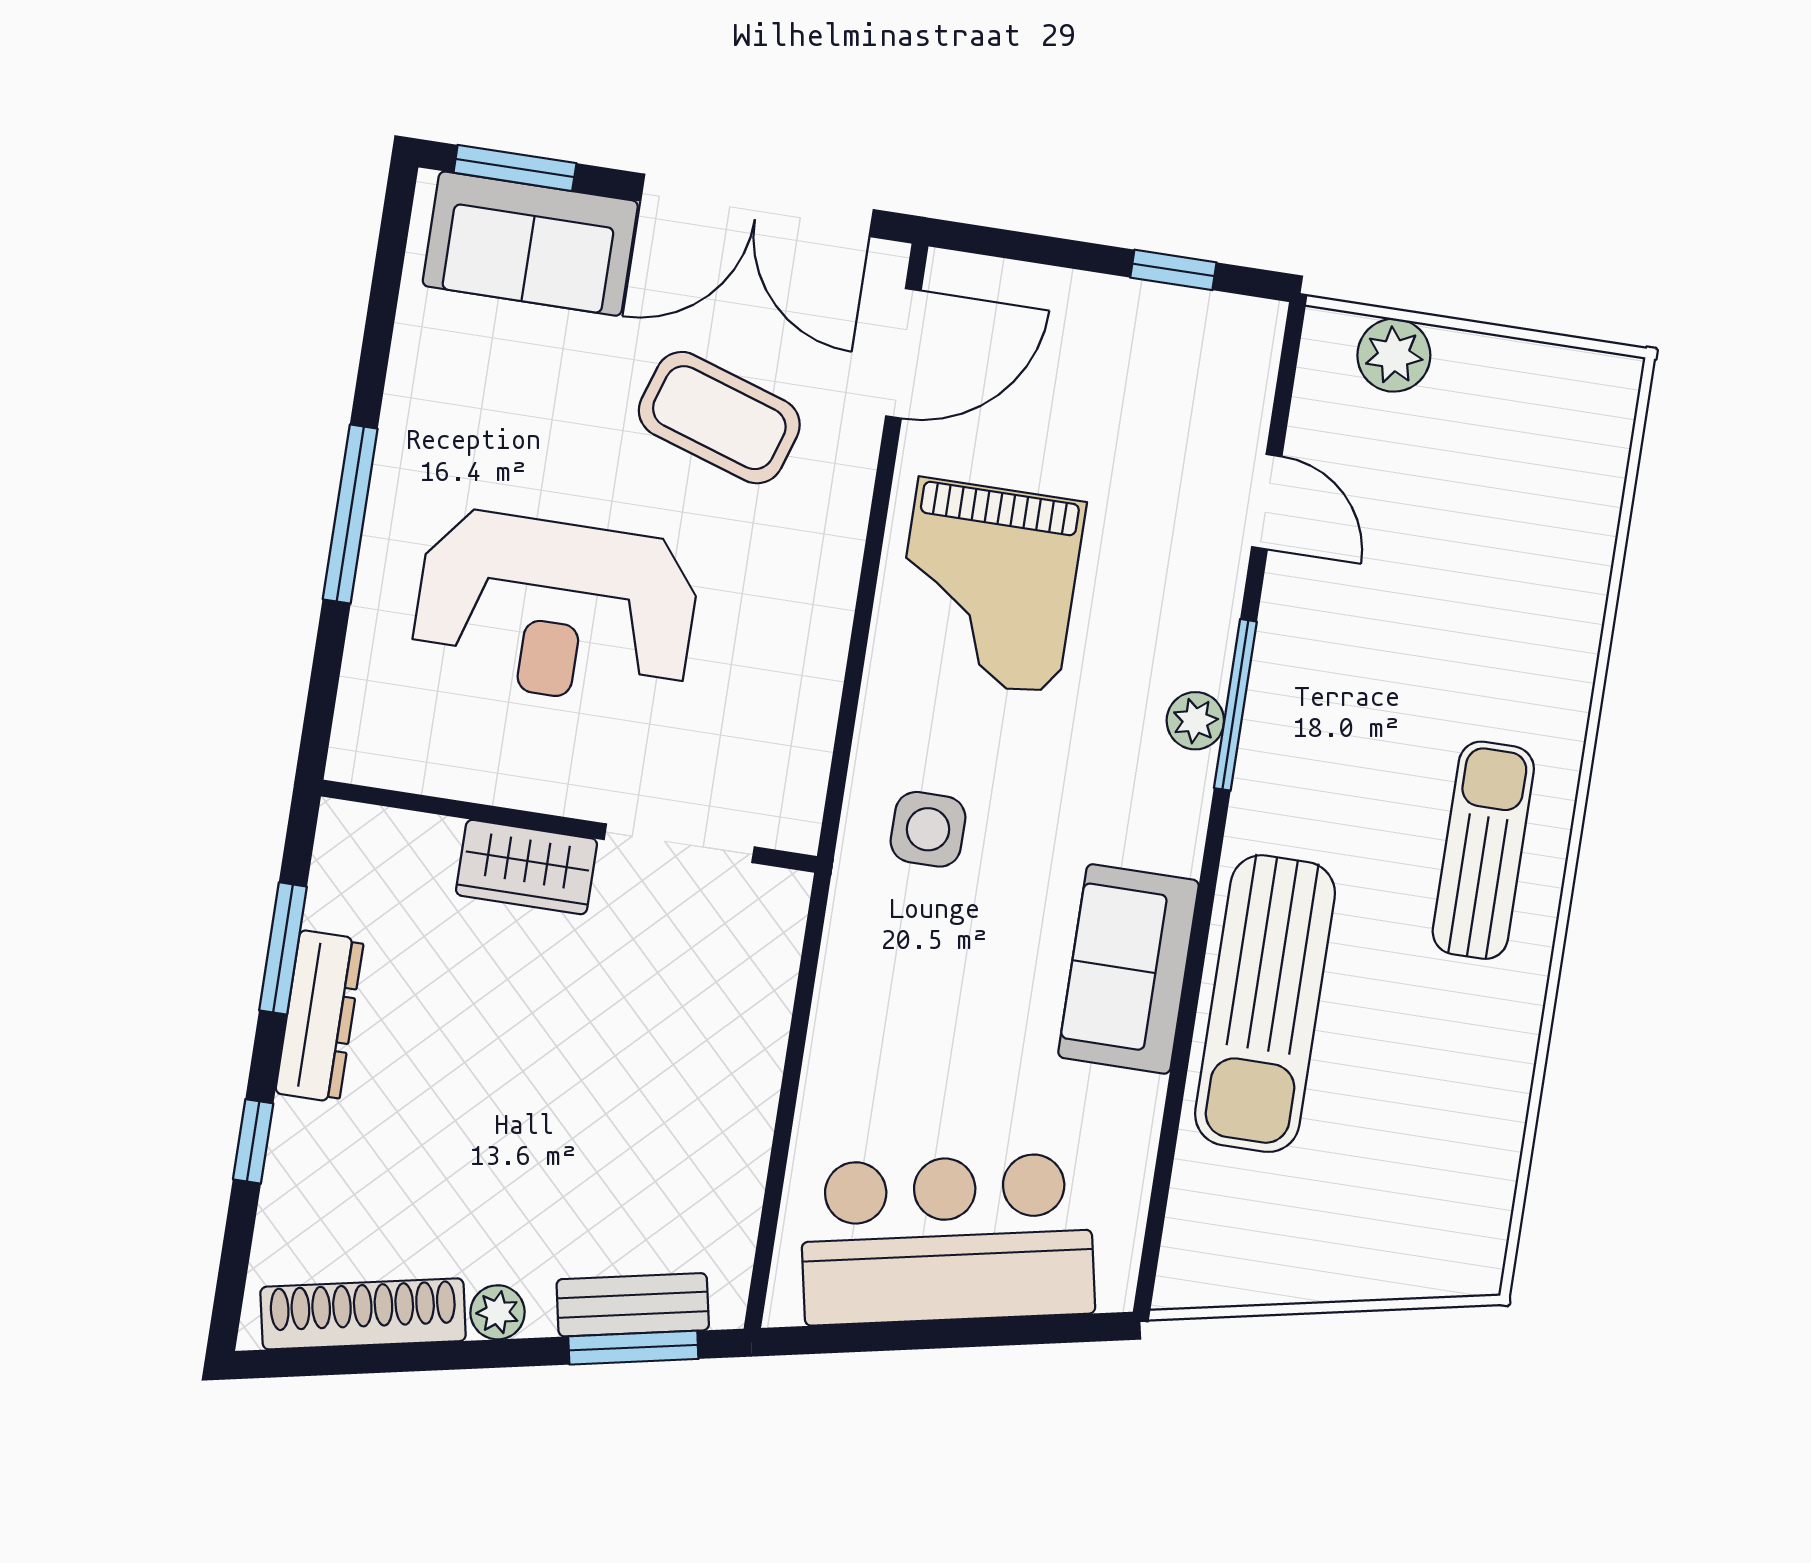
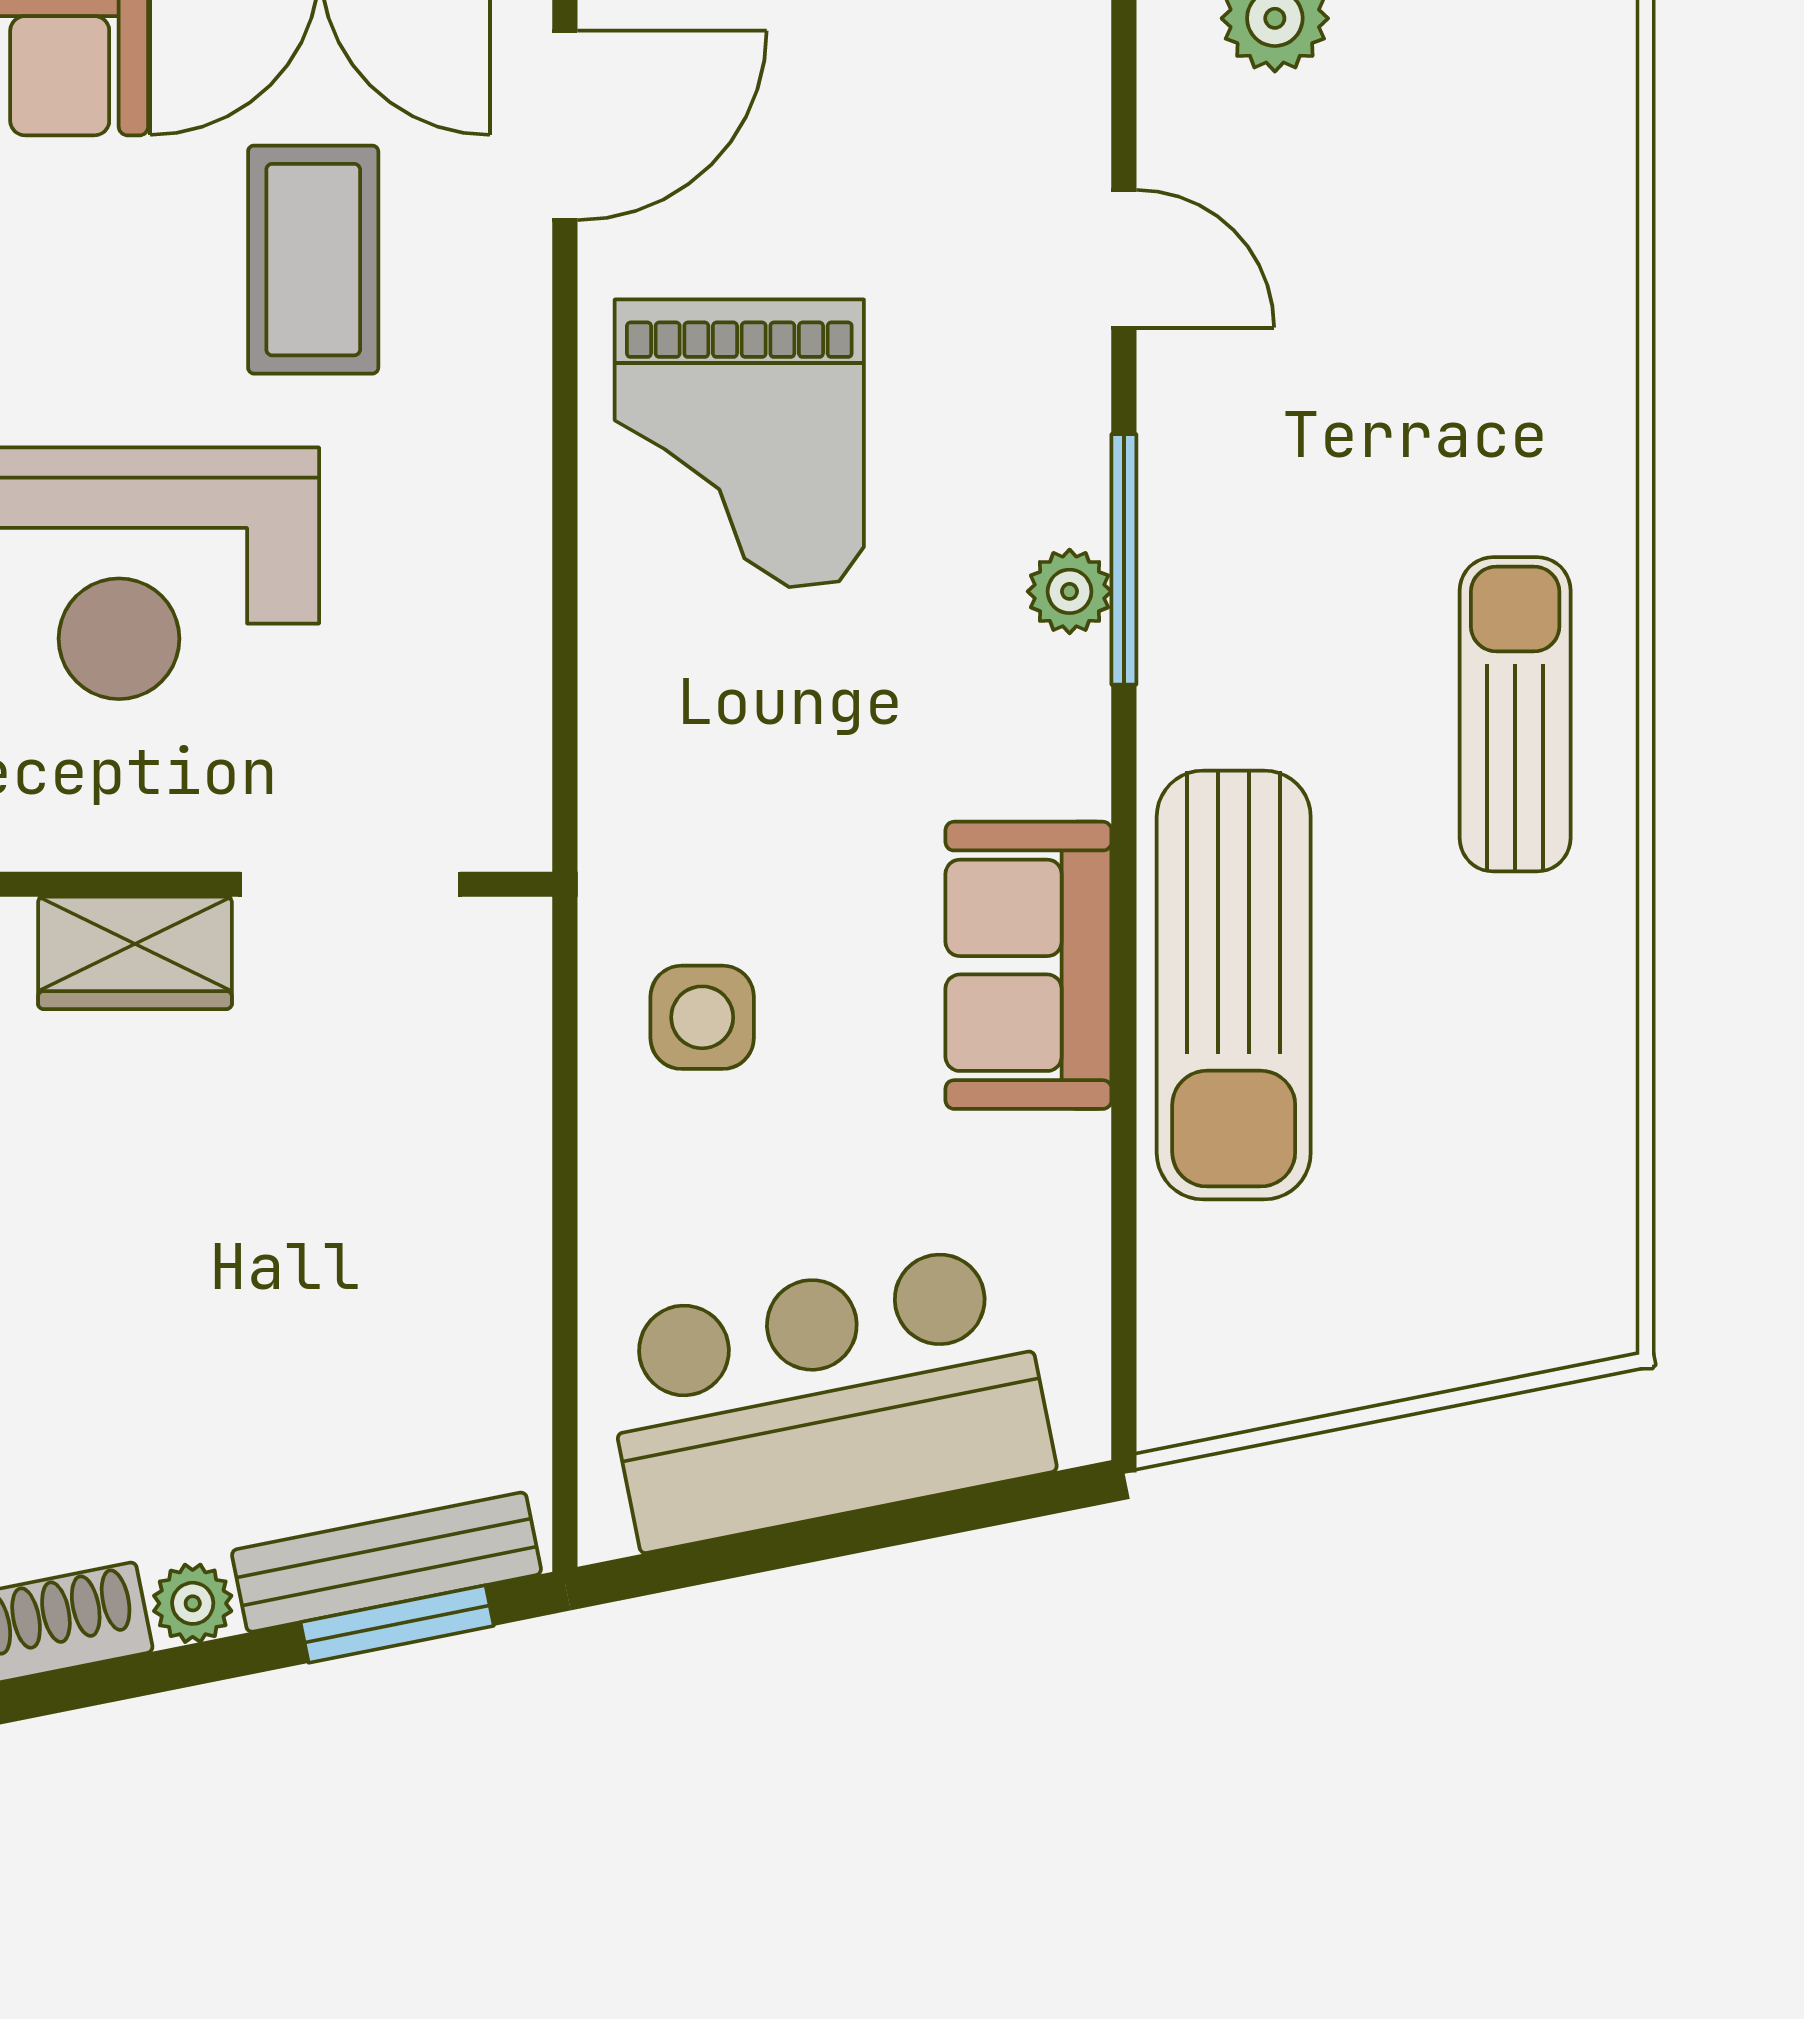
coffee table: (719, 418) -> (313, 260), turned 72
side table: (928, 829) -> (702, 1017), moved
bench: (633, 1305) -> (386, 1562), width x1.36

